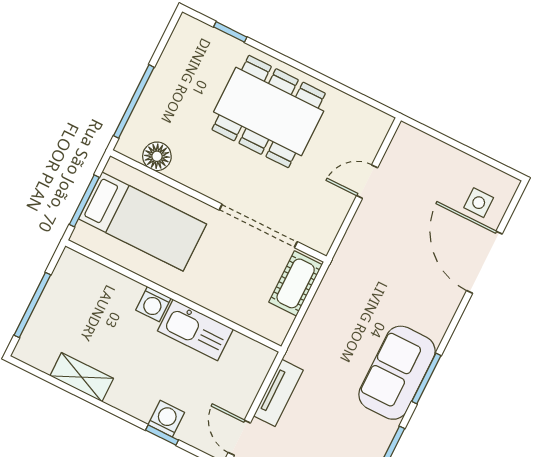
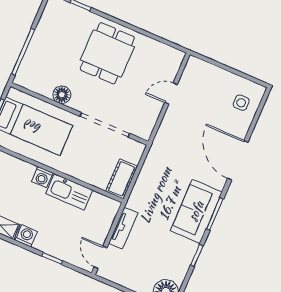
dining table: (269, 112) -> (107, 53), width x0.73
floor lamp: (157, 156) -> (62, 95), moved
door: (484, 262) -> (238, 160), moved
cot: (296, 283) -> (122, 179), moved
washing machine: (166, 419) -> (26, 236), moved

